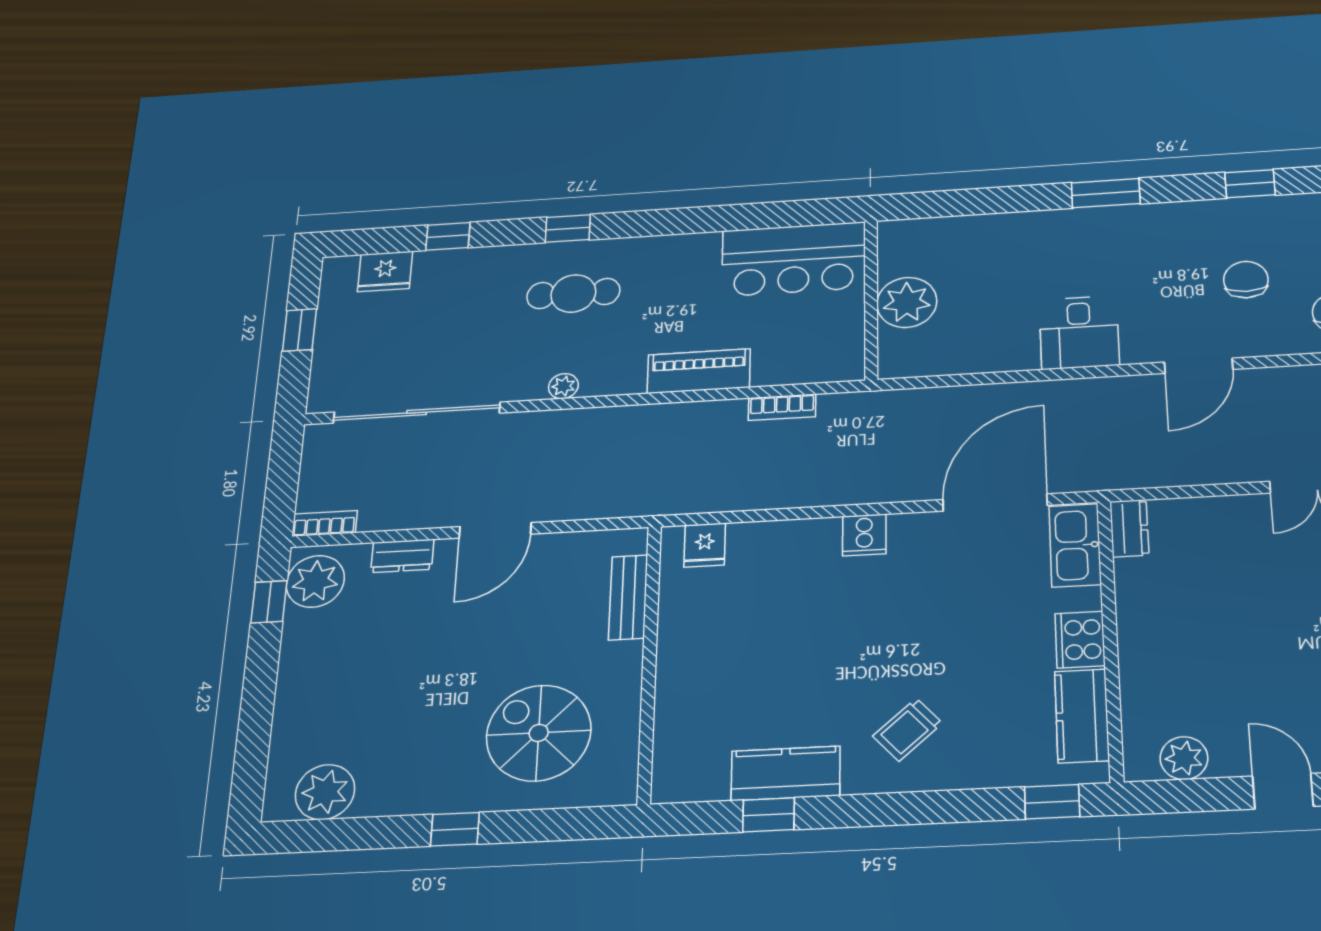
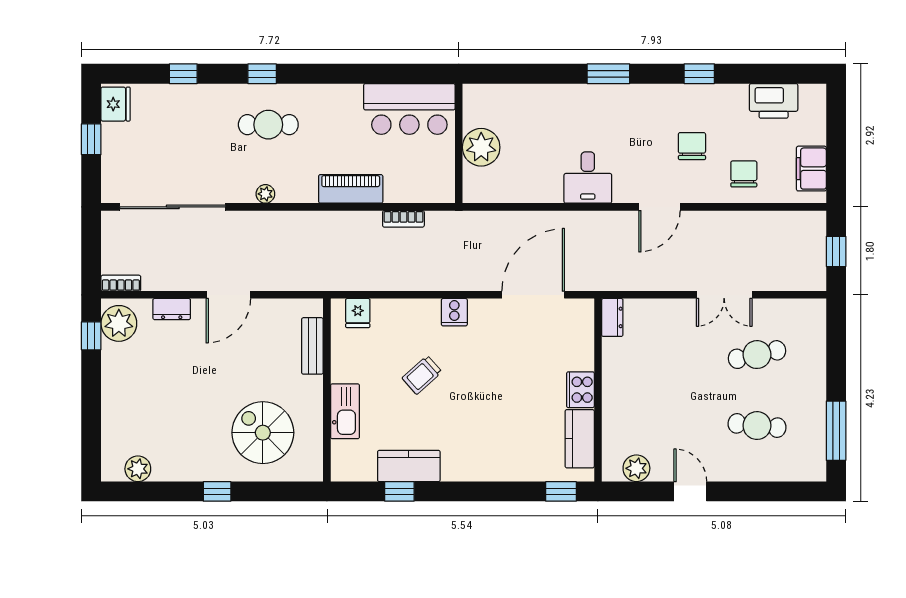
fridge: (385, 271) -> (116, 104), moved, turned -90
kitchen sink: (1075, 545) -> (345, 411), moved, turned 180
trolley: (908, 730) -> (422, 375), moved
plant: (325, 792) -> (138, 469), width x0.73, depth x0.73

